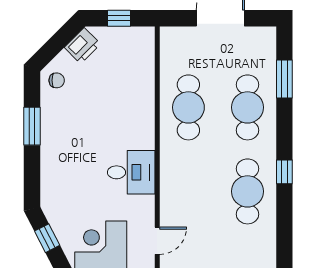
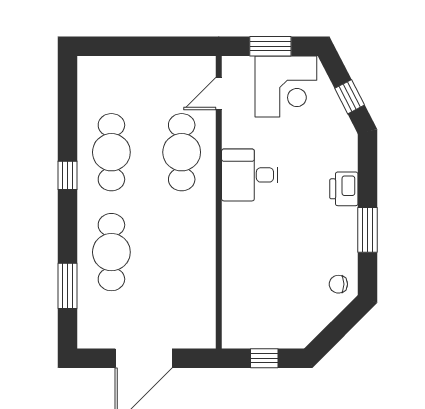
printer: (82, 46) -> (344, 189), moved, turned -45
cafe table: (188, 107) -> (182, 152), moved

